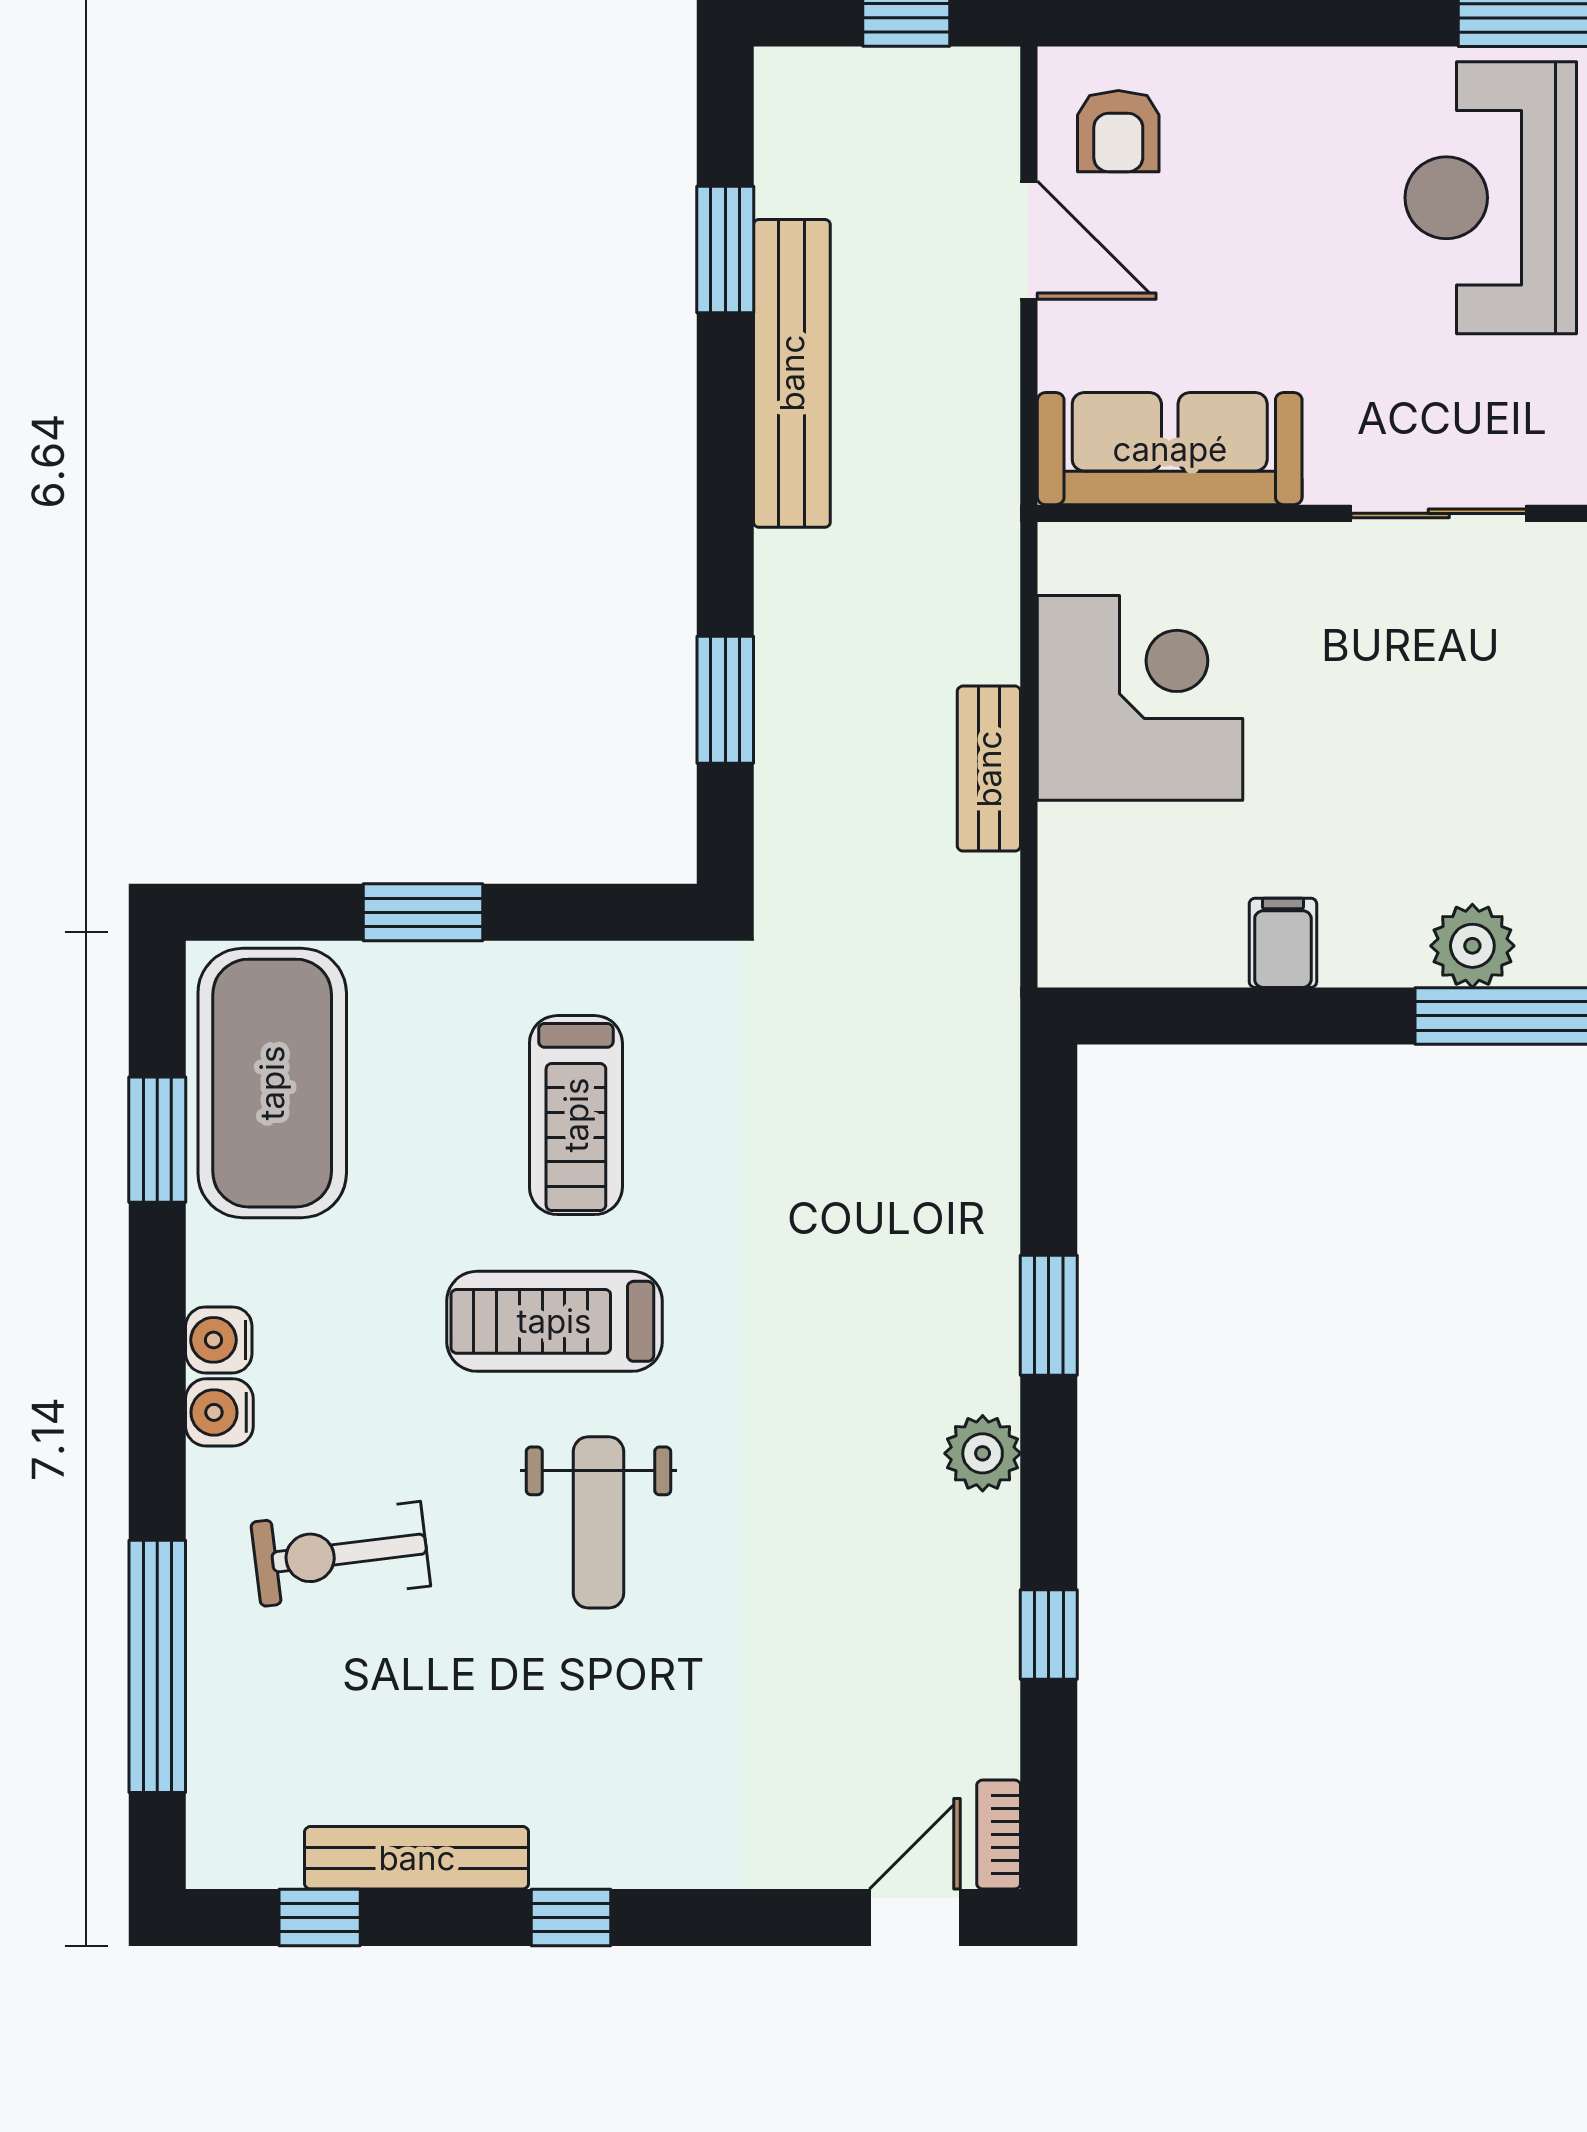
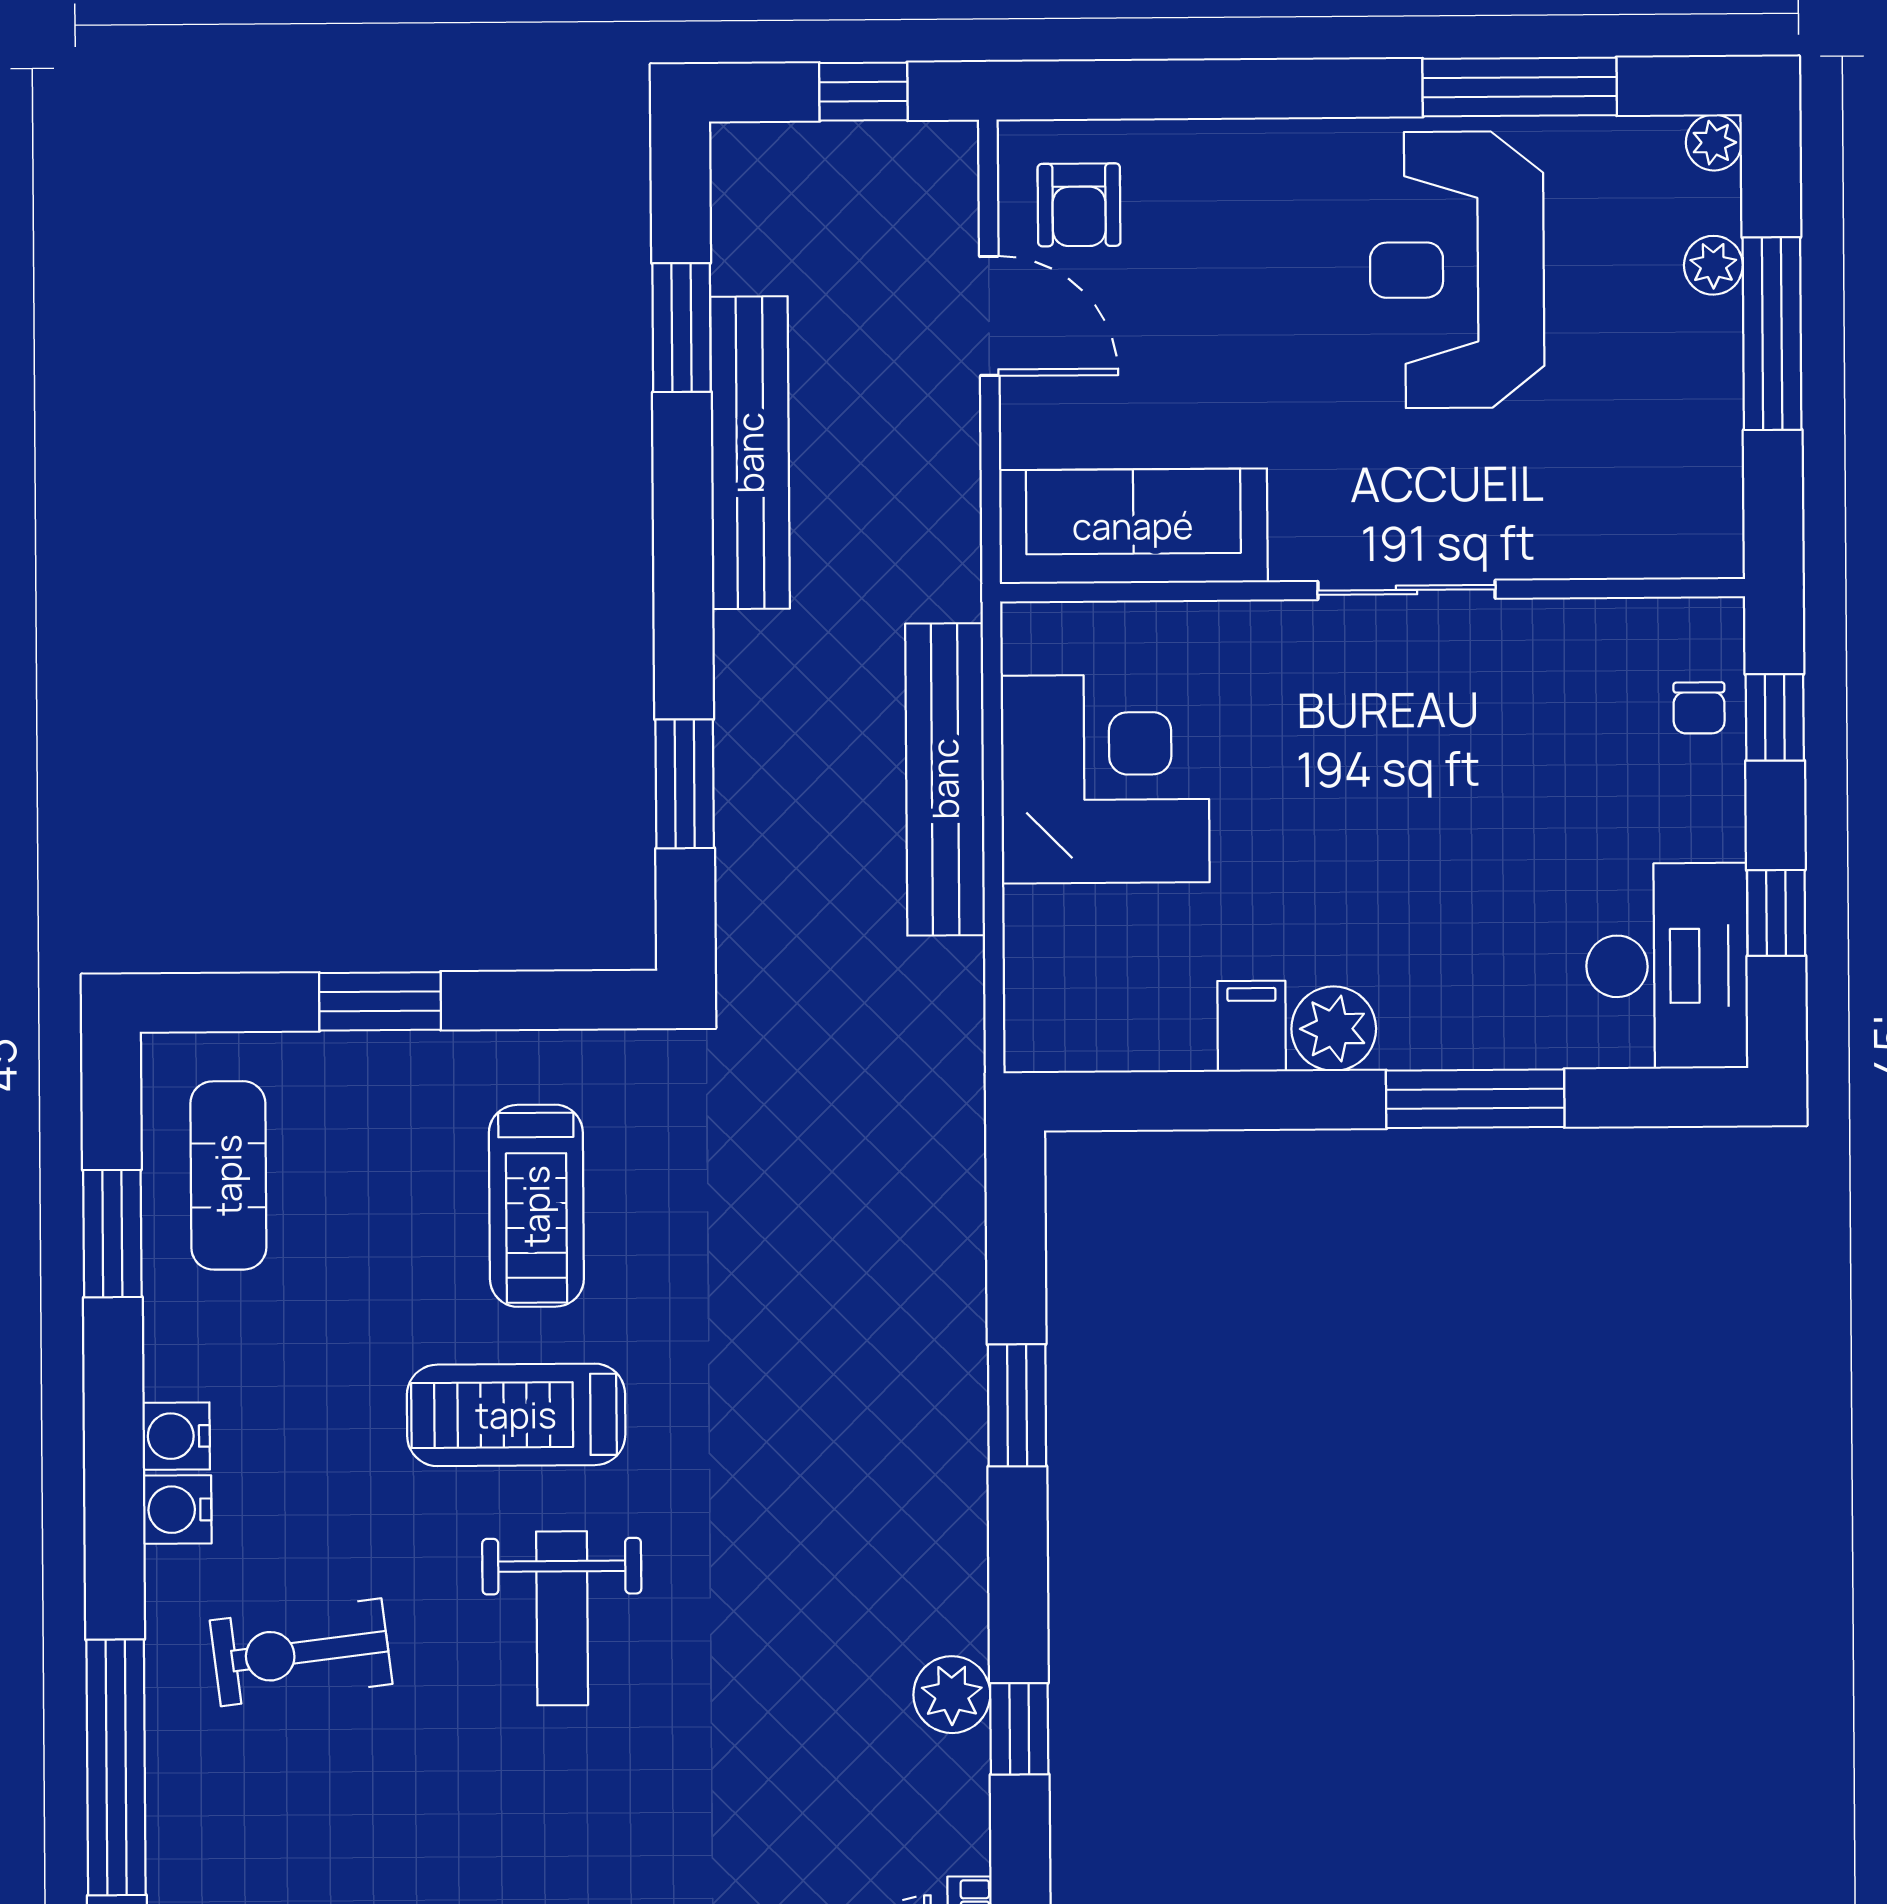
bench: (989, 769) -> (945, 779), width x1.86, depth x1.21
plant: (1472, 946) -> (1334, 1029), moved
exercise mat: (272, 1083) -> (228, 1175), width x0.50, depth x0.69
plant: (983, 1453) -> (952, 1695), moved

